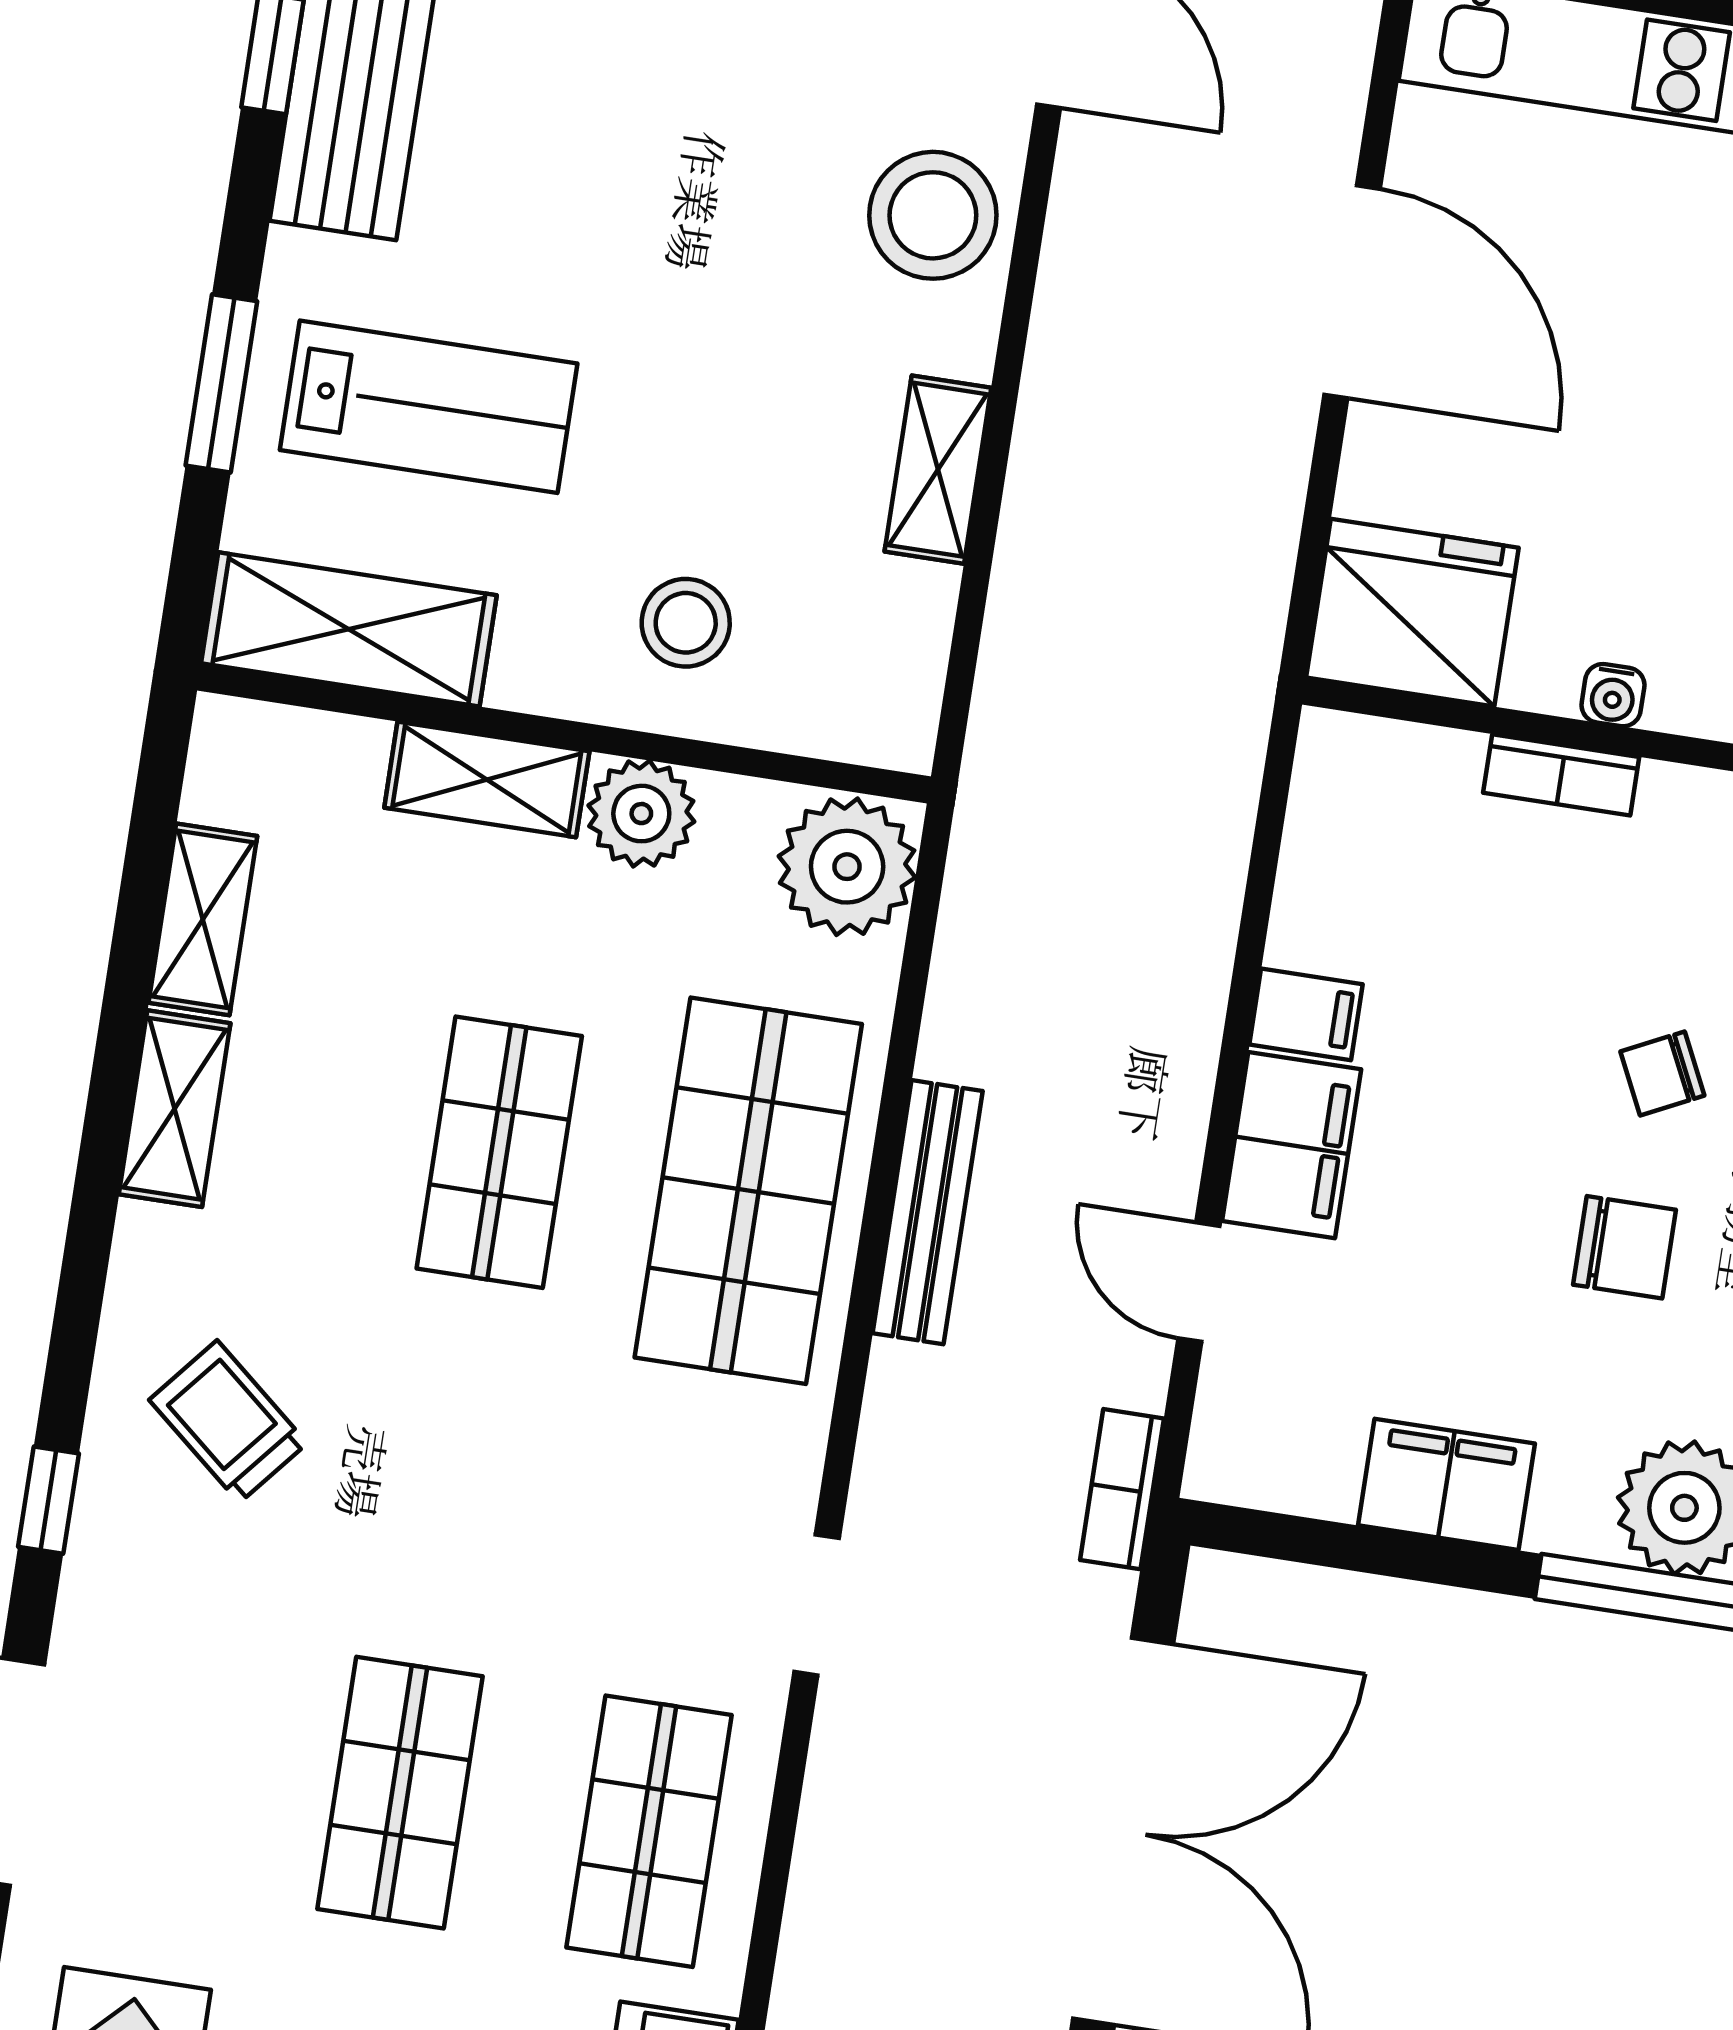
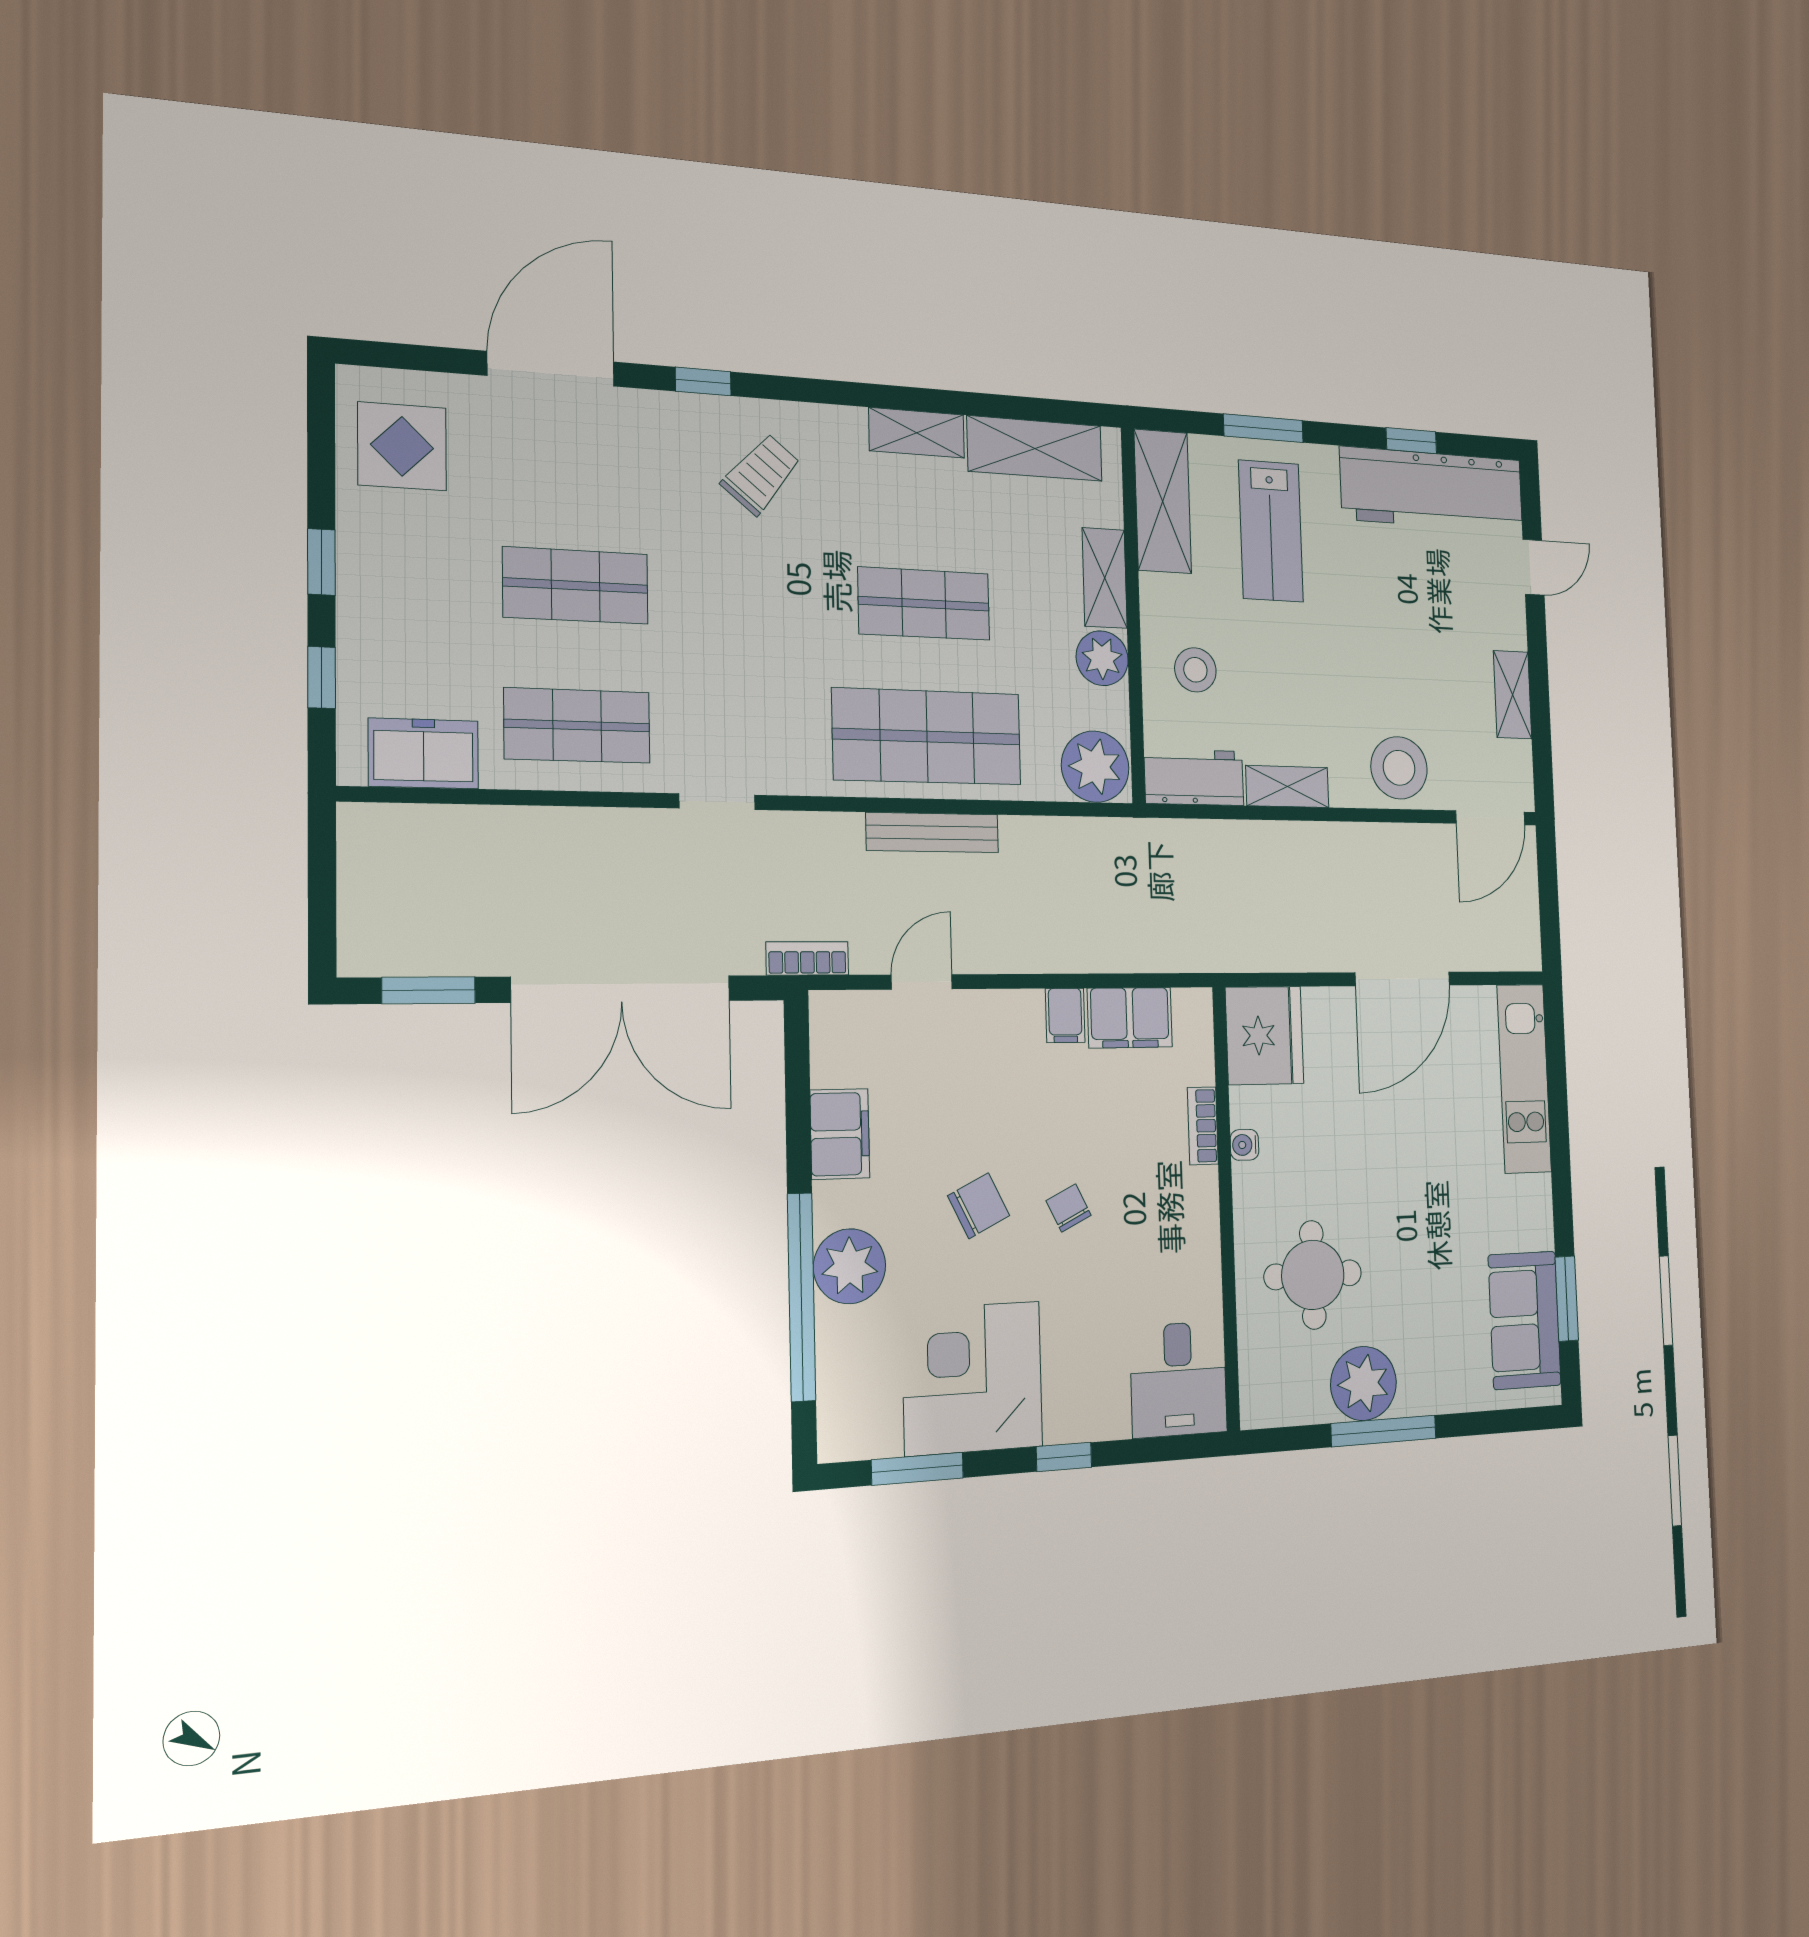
workbench: (894, 666) -> (1194, 777), added
shelving: (203, 919) -> (1035, 448), width x1.50, depth x1.33
filing cabinet: (1292, 1145) -> (1130, 1018), moved
chair: (1624, 1247) -> (979, 1206), turned -116

